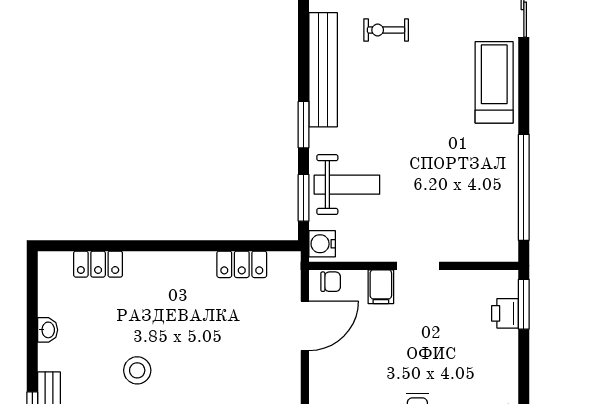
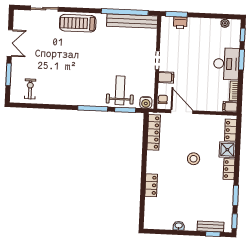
exercise bike: (386, 30) -> (52, 70), removed
bench: (323, 70) -> (132, 21), moved
window: (304, 125) -> (93, 108), width x1.44
locker: (98, 264) -> (151, 185), moved
locker: (242, 264) -> (154, 132), width x1.53
stool: (137, 370) -> (194, 159), moved

